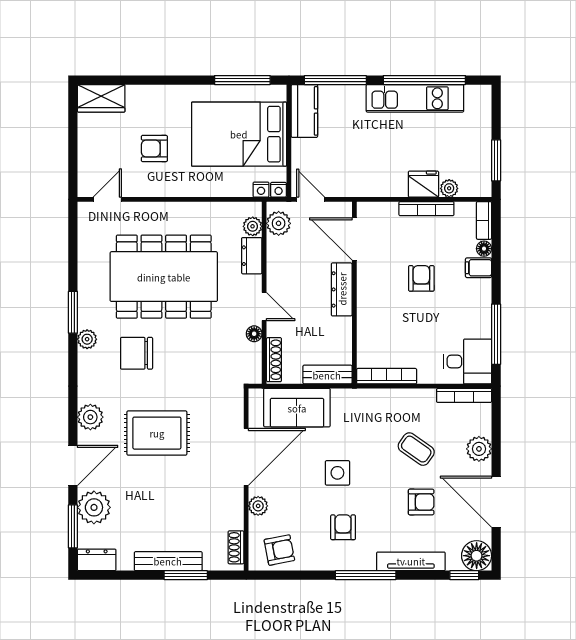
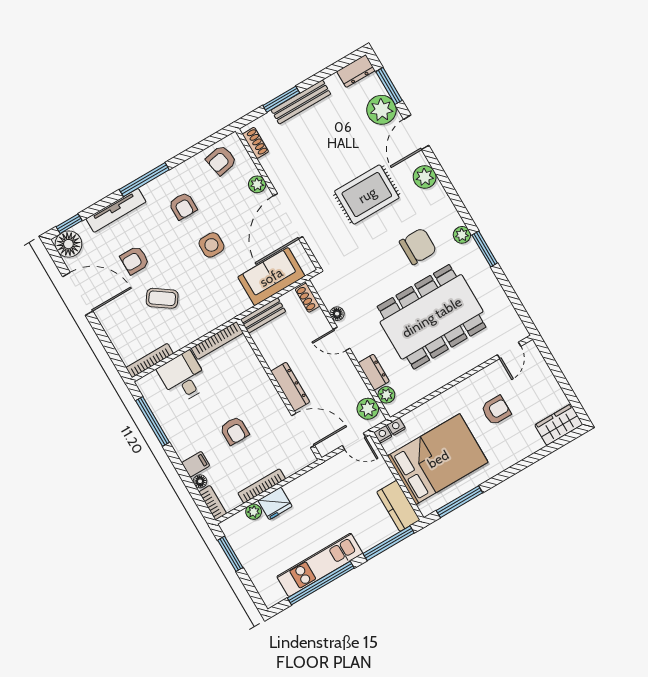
shoe rack: (274, 360) -> (307, 298), width x0.70
desk: (467, 361) -> (183, 377), moved, turned 90
plant: (479, 449) -> (114, 326), removed

